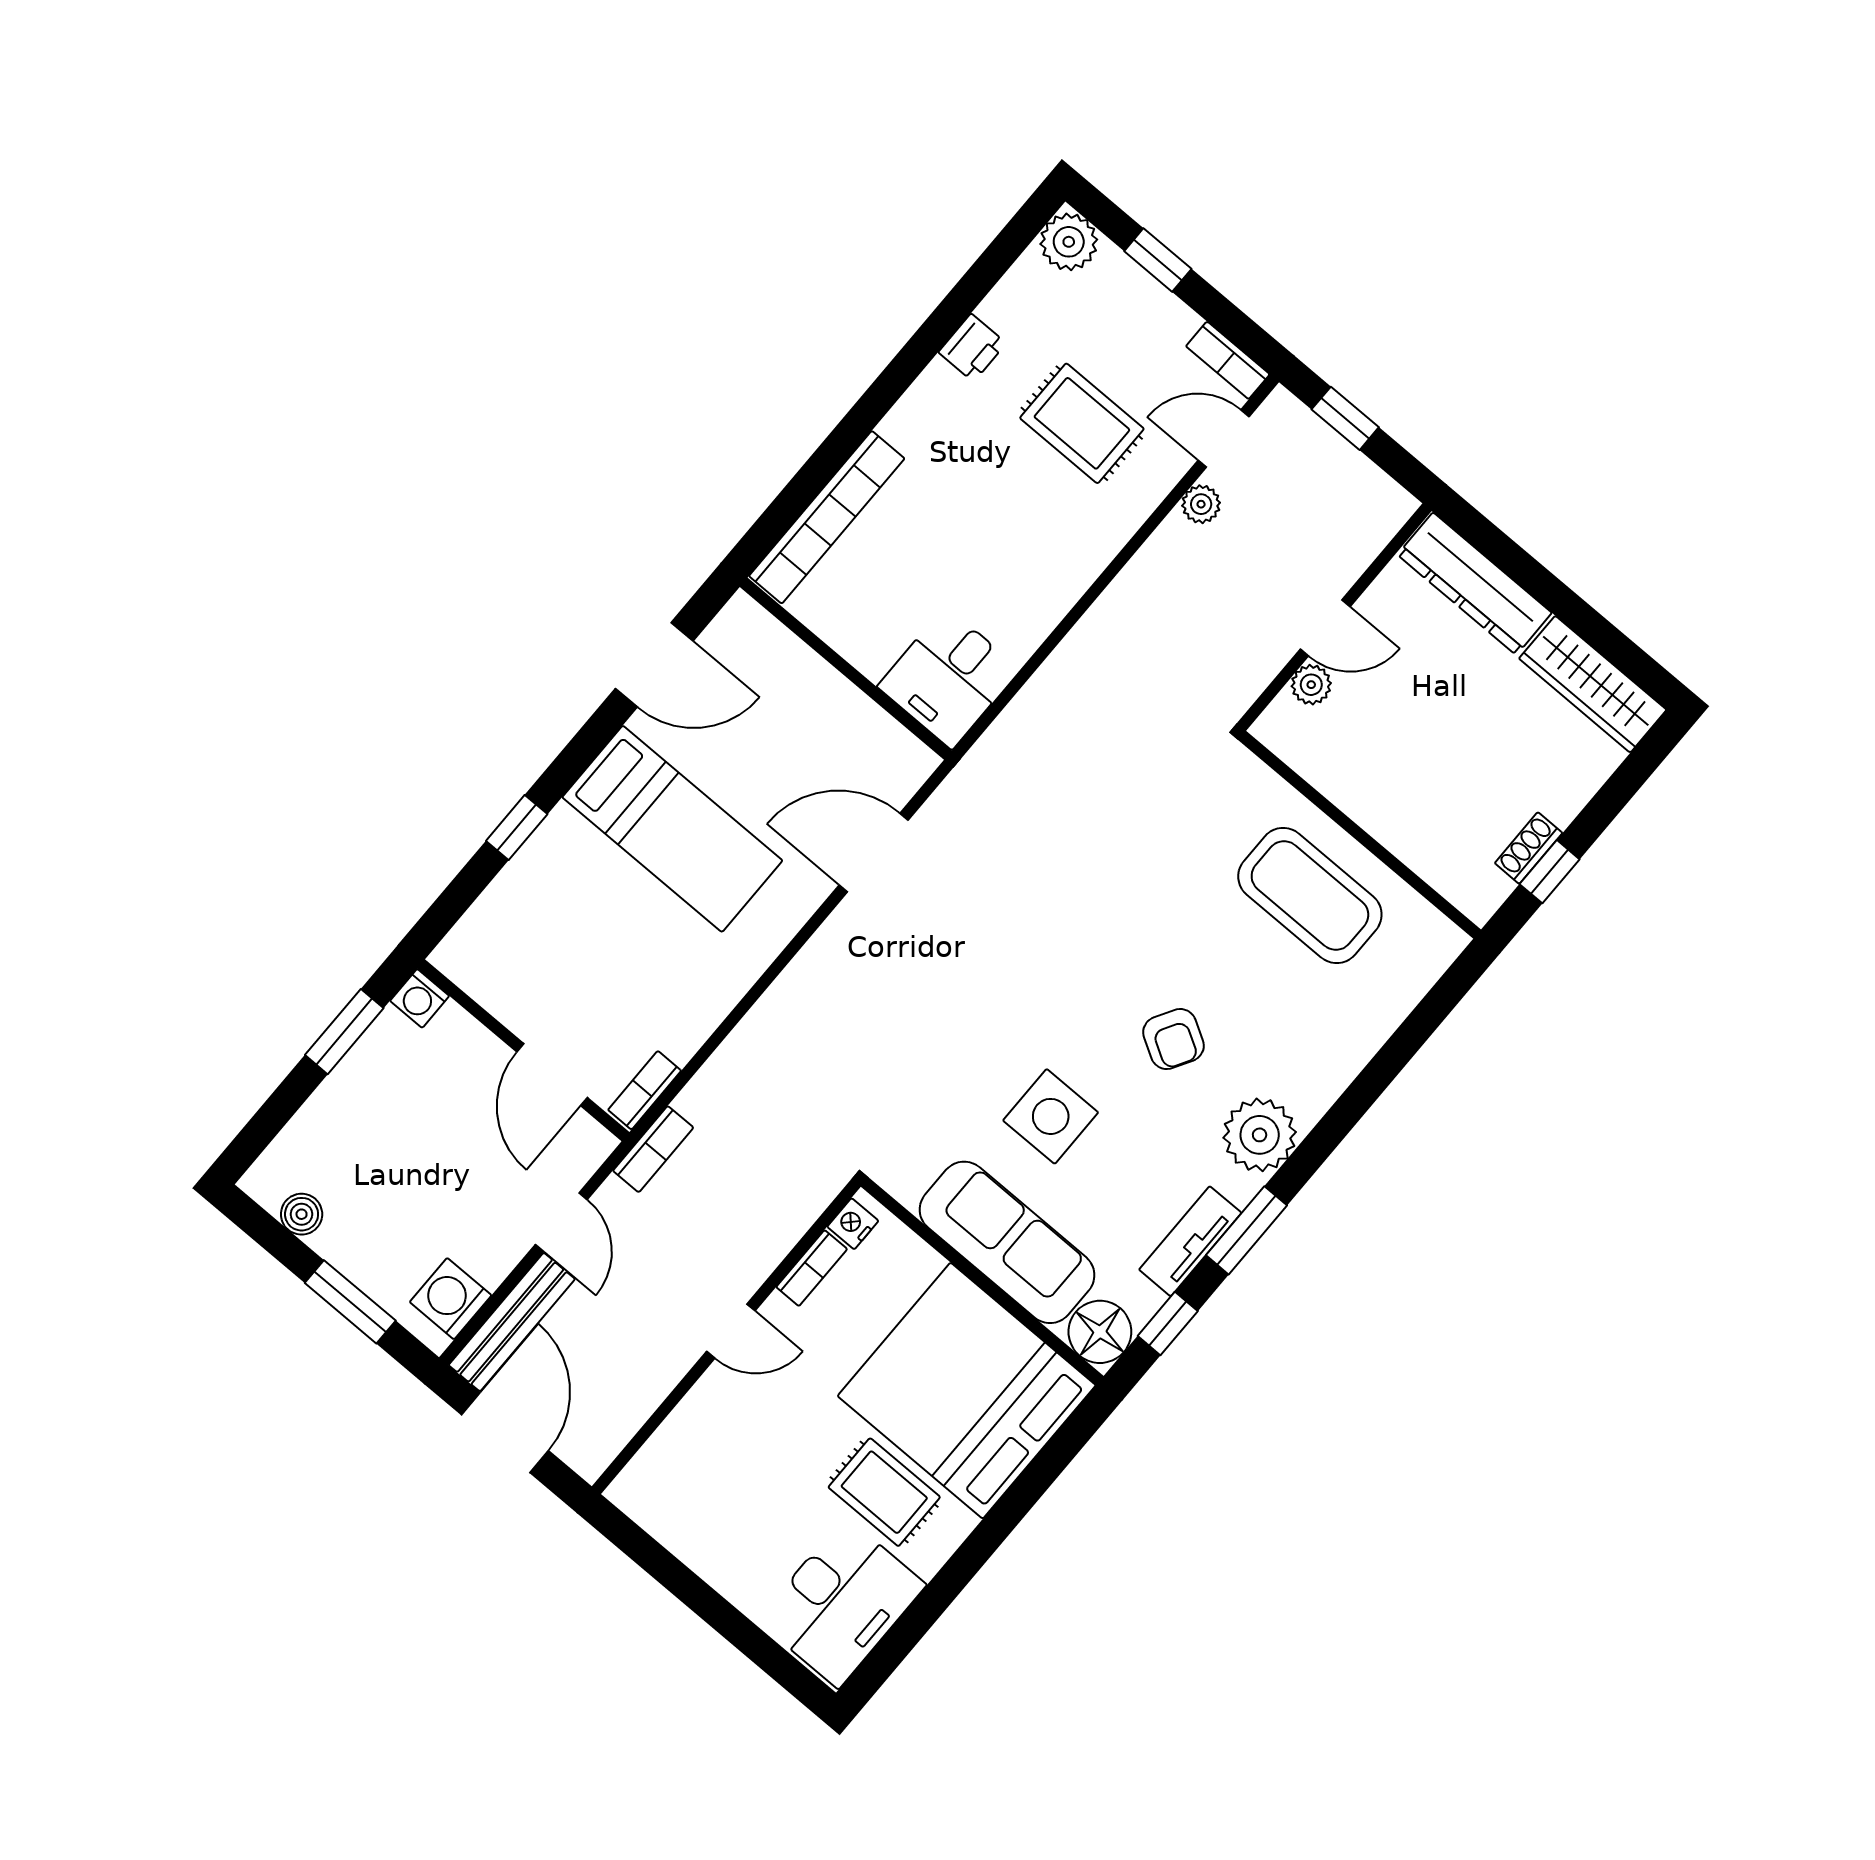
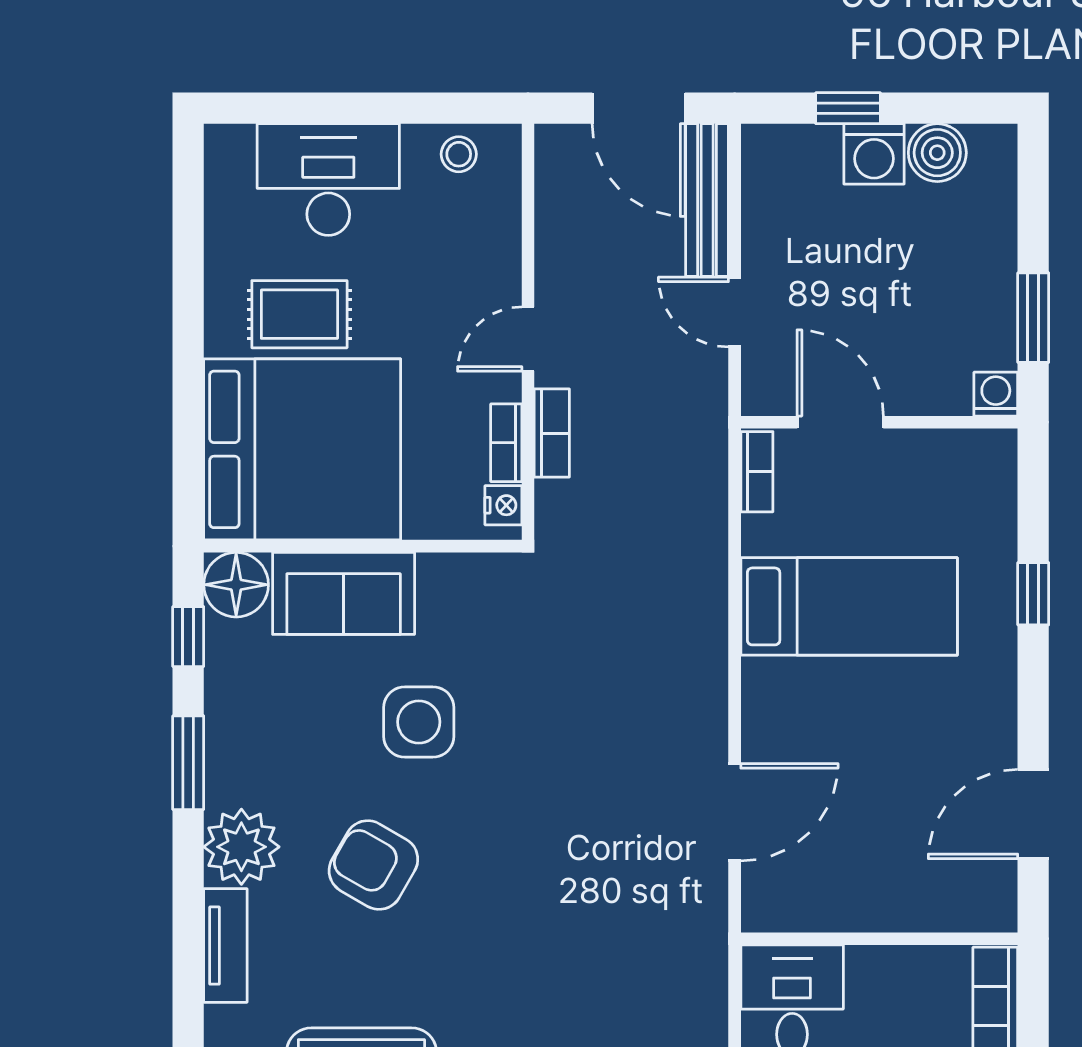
bed: (672, 829) -> (849, 606), moved, turned 180
armchair: (1173, 1039) -> (373, 865), width x1.38, depth x1.38
bookcase: (653, 1149) -> (552, 433), moved, turned 180
boiler: (302, 1214) -> (937, 153), width x1.36, depth x1.36
tv unit: (1190, 1241) -> (225, 946), moved
sofa: (1007, 1242) -> (344, 593), width x0.73
washing machine: (451, 1299) -> (874, 154), moved, turned 90
window: (350, 1302) -> (848, 108), width x0.67
stool: (667, 1511) -> (459, 154), added
desk: (842, 1602) -> (328, 180), moved, turned 90

